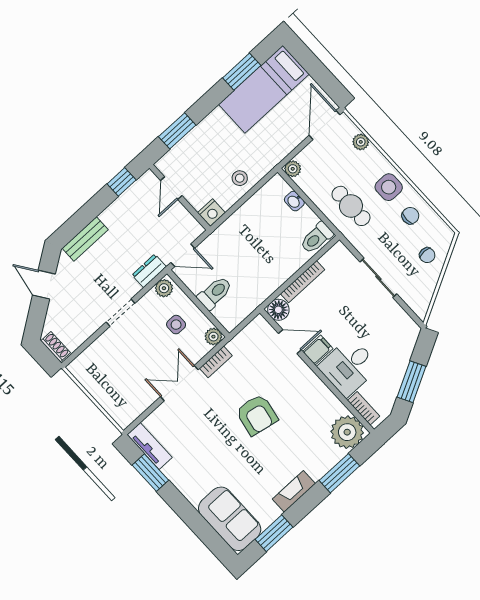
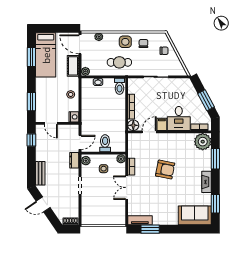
cot: (284, 144) -> (73, 66), added

